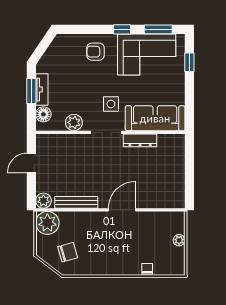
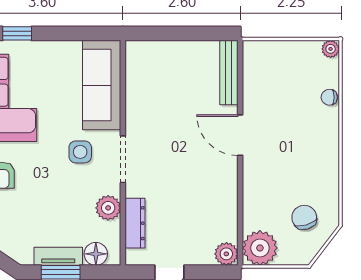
dresser: (140, 140) -> (135, 223), moved
bench: (76, 202) -> (229, 72), moved
plant: (179, 240) -> (331, 49), moved

